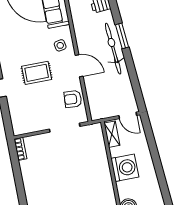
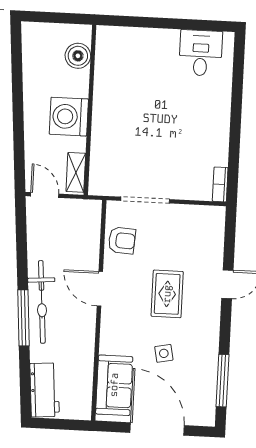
window: (122, 36) -> (24, 318), width x1.44
side table: (60, 45) -> (164, 353), moved
rug: (37, 73) -> (167, 294), turned 90

